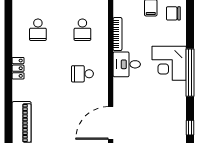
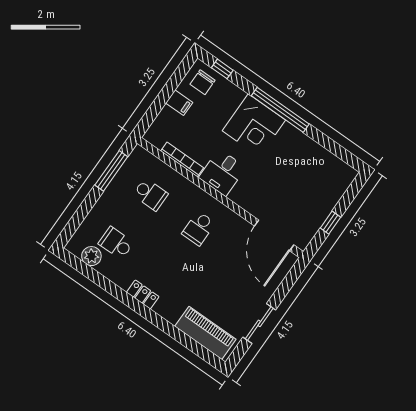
plant: (19, 20) -> (91, 256), added
school desk: (38, 30) -> (116, 243), turned 180
window: (190, 128) -> (222, 69), moved

